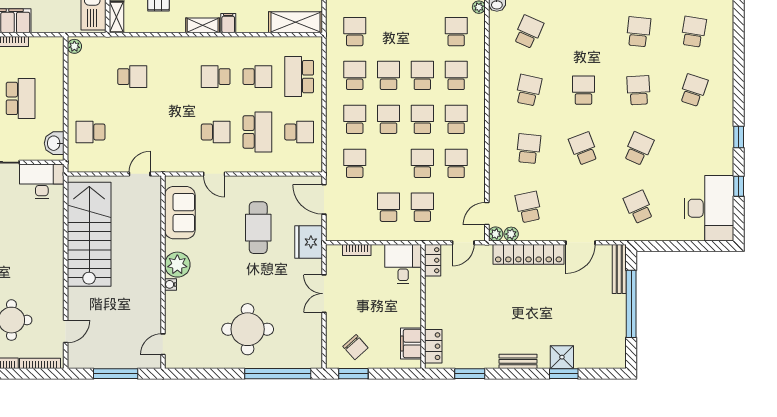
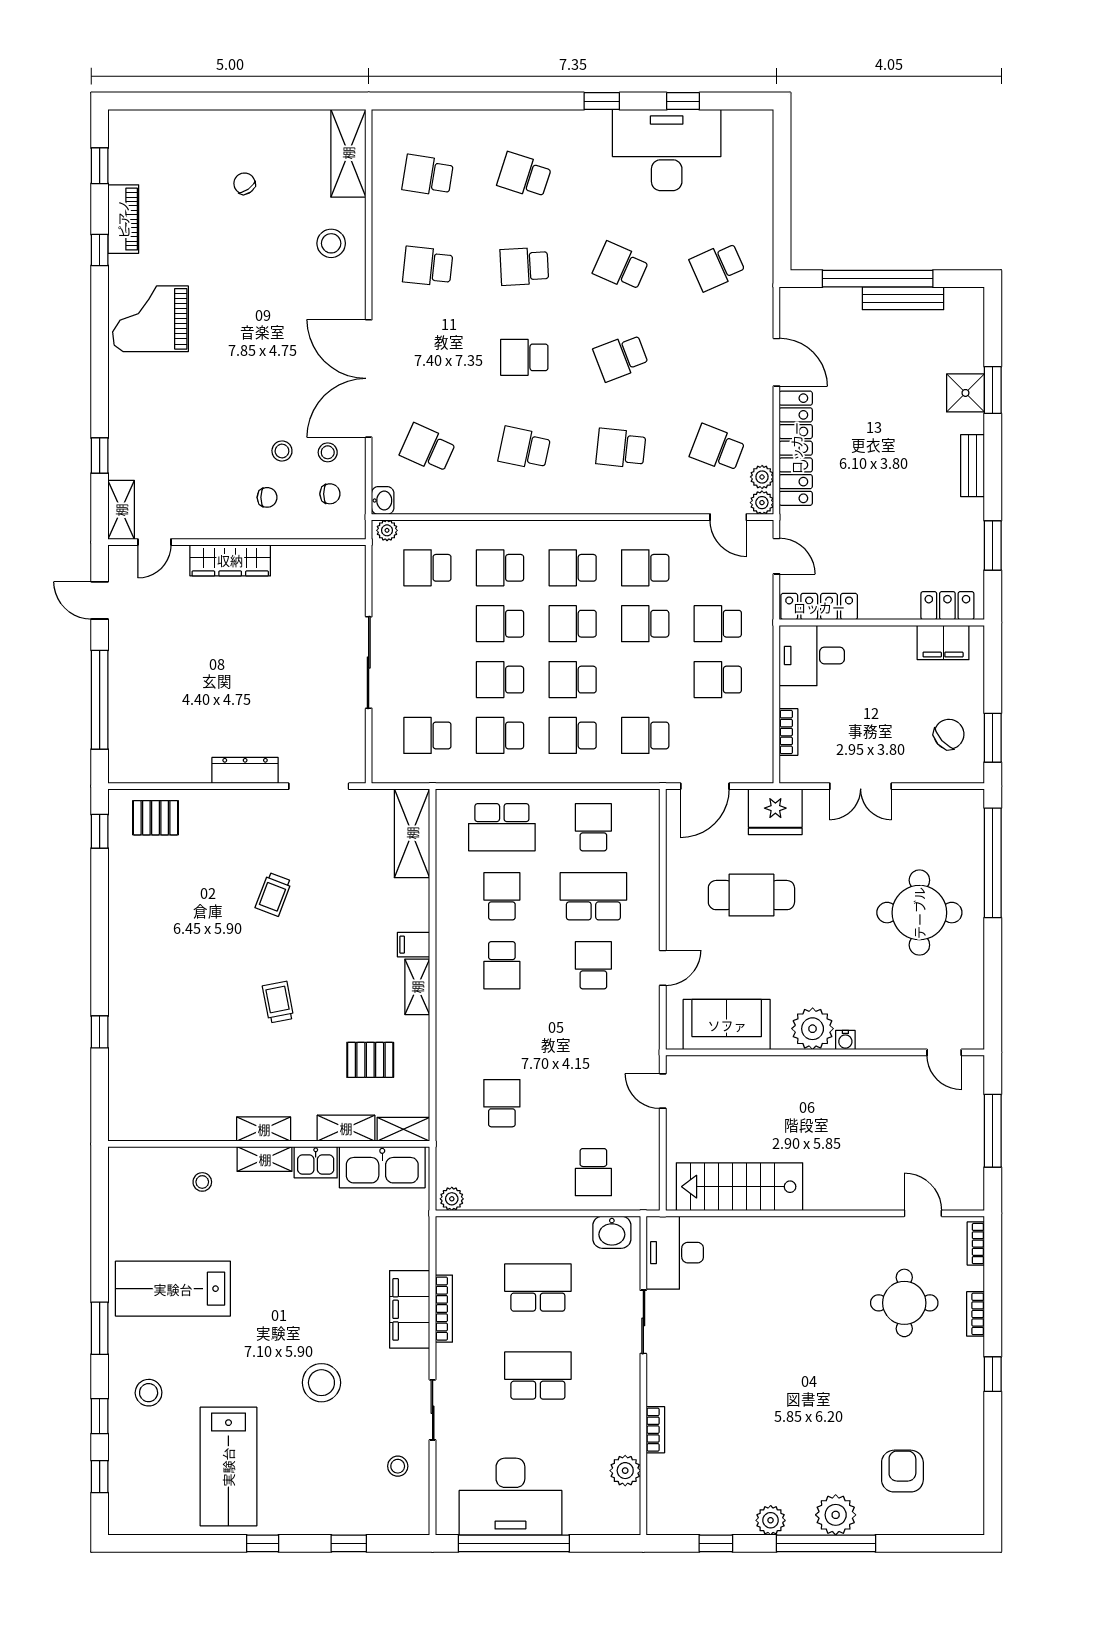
school desk: (528, 207) -> (717, 448), turned 33
desk: (709, 208) -> (667, 150), moved
stairs: (89, 234) -> (740, 1187), width x0.73, depth x0.66
locker: (433, 260) -> (819, 607), width x1.53
bench: (619, 269) -> (903, 298), moved
bookcase: (40, 363) -> (976, 1244), width x0.64

